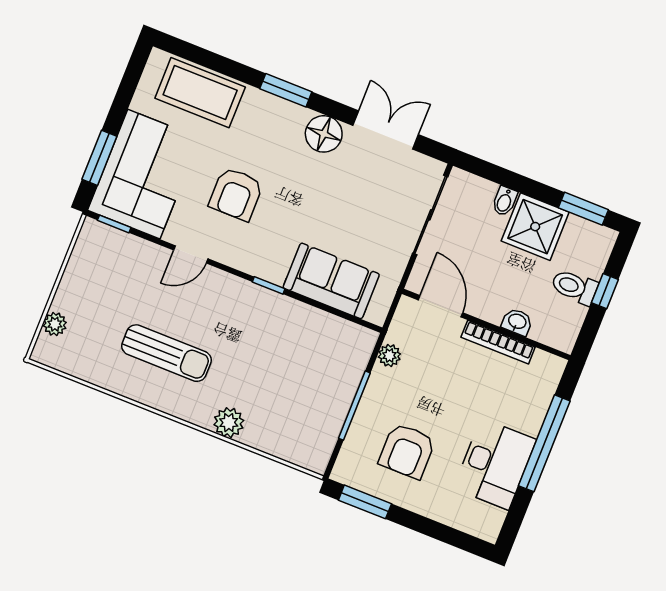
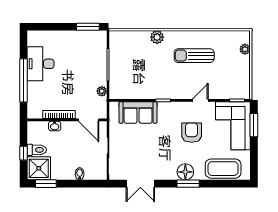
floor lamp: (324, 134) -> (185, 172), moved
shower: (535, 227) -> (39, 168), moved
armchair: (407, 451) -> (79, 55), removed

